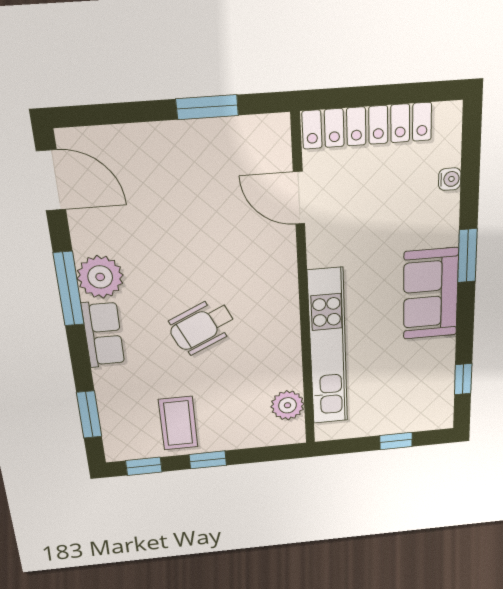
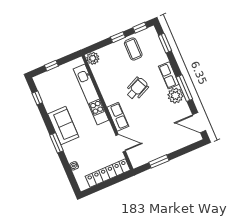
row of seats: (280, 271) -> (118, 117), added
plant: (288, 405) -> (93, 58), moved

